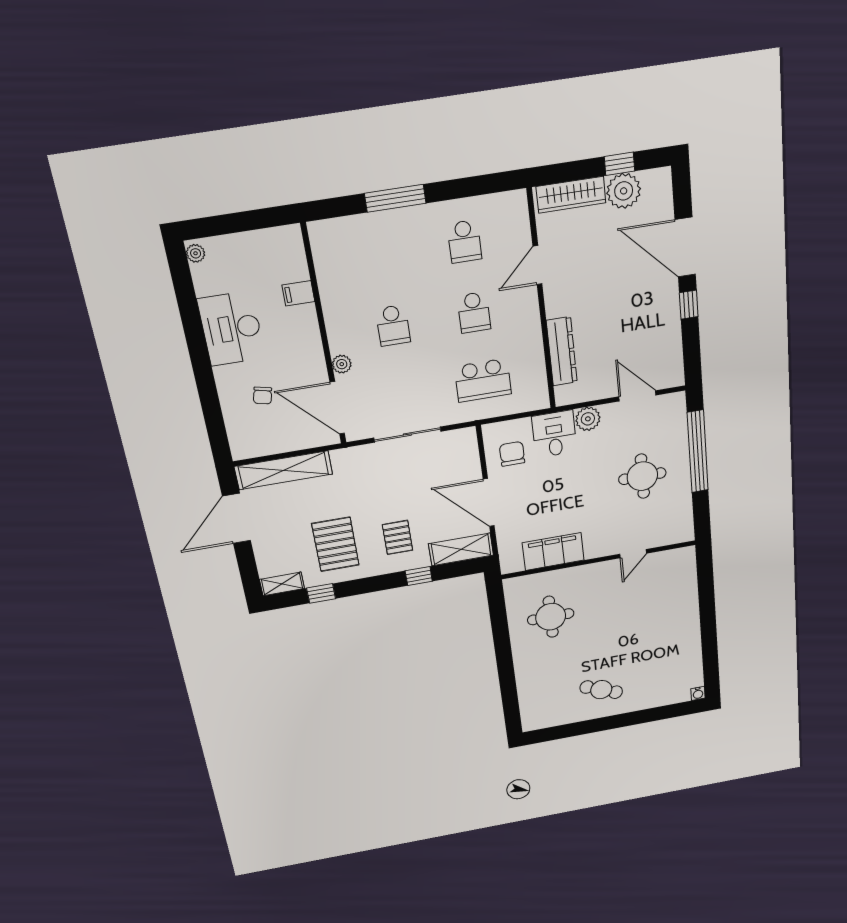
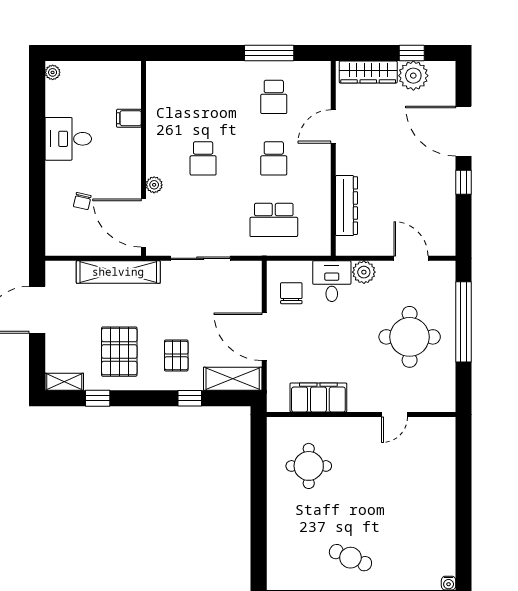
window: (395, 198) -> (269, 53), moved
desk: (231, 329) -> (68, 139), width x0.73
shelving: (284, 470) -> (118, 272), moved
round table: (642, 476) -> (410, 337), width x1.36, depth x1.36

